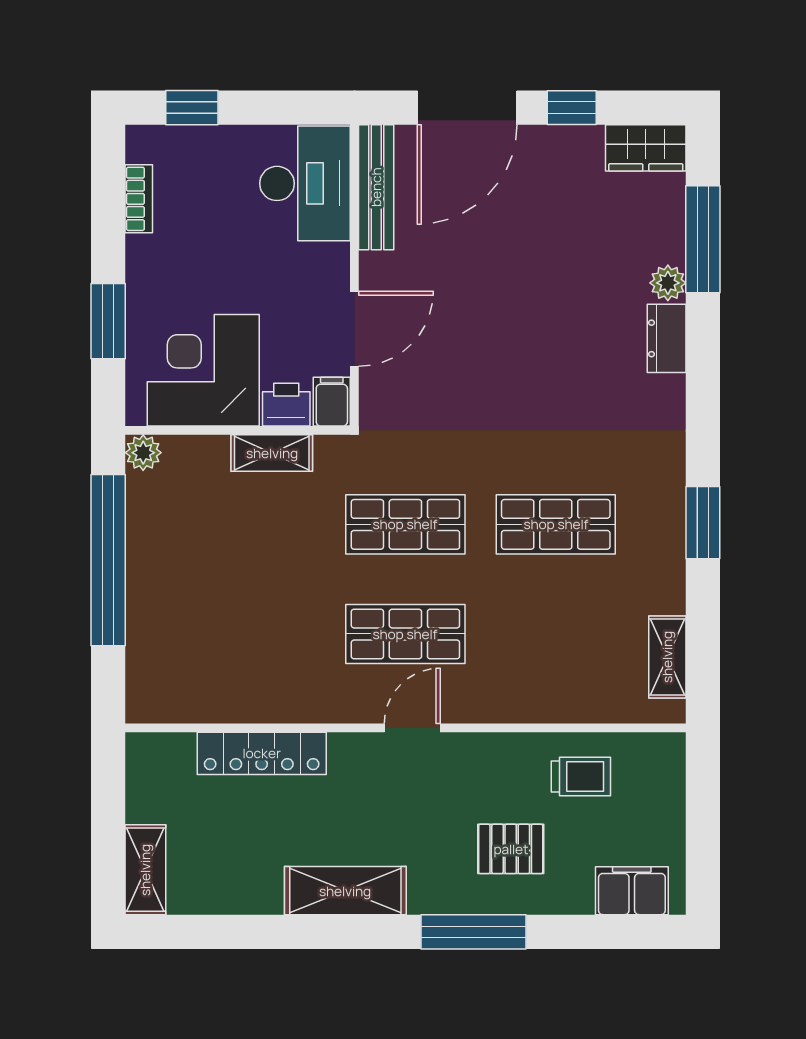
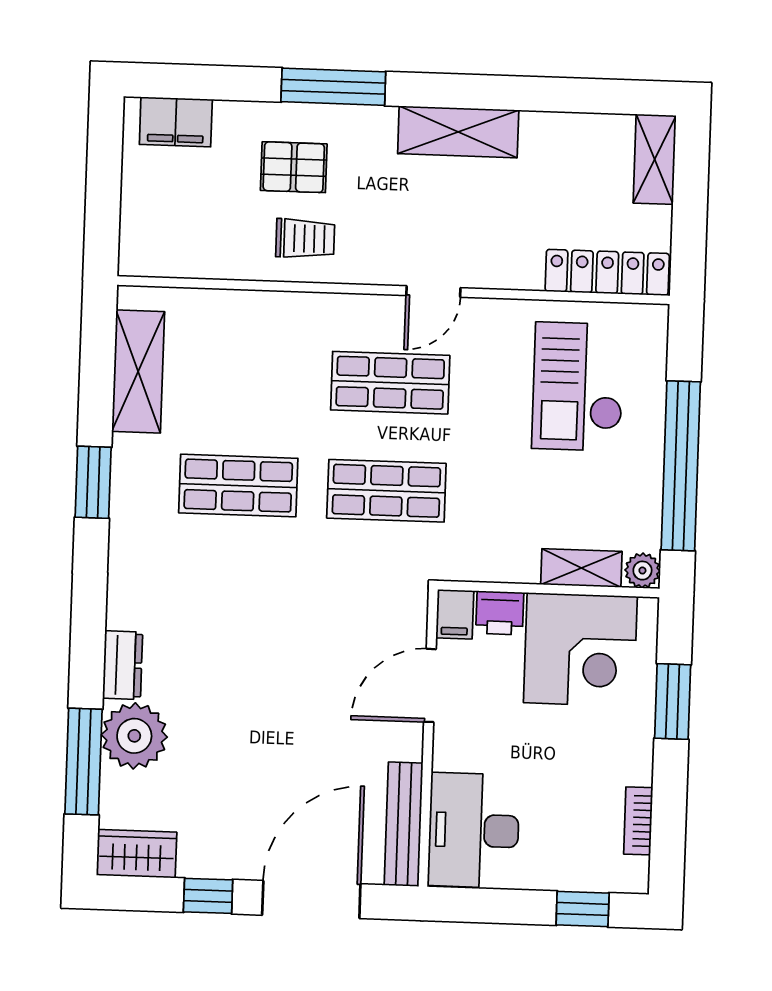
plant: (668, 283) -> (134, 736), width x1.88, depth x1.88
shelving: (272, 453) -> (581, 568), moved
checkout: (215, 637) -> (578, 387), added
shelving: (667, 657) -> (138, 372), width x1.50, depth x1.33
door: (412, 728) -> (433, 292), moved
locker: (262, 753) -> (607, 272), moved
trolley: (581, 776) -> (305, 239), moved, turned 180

